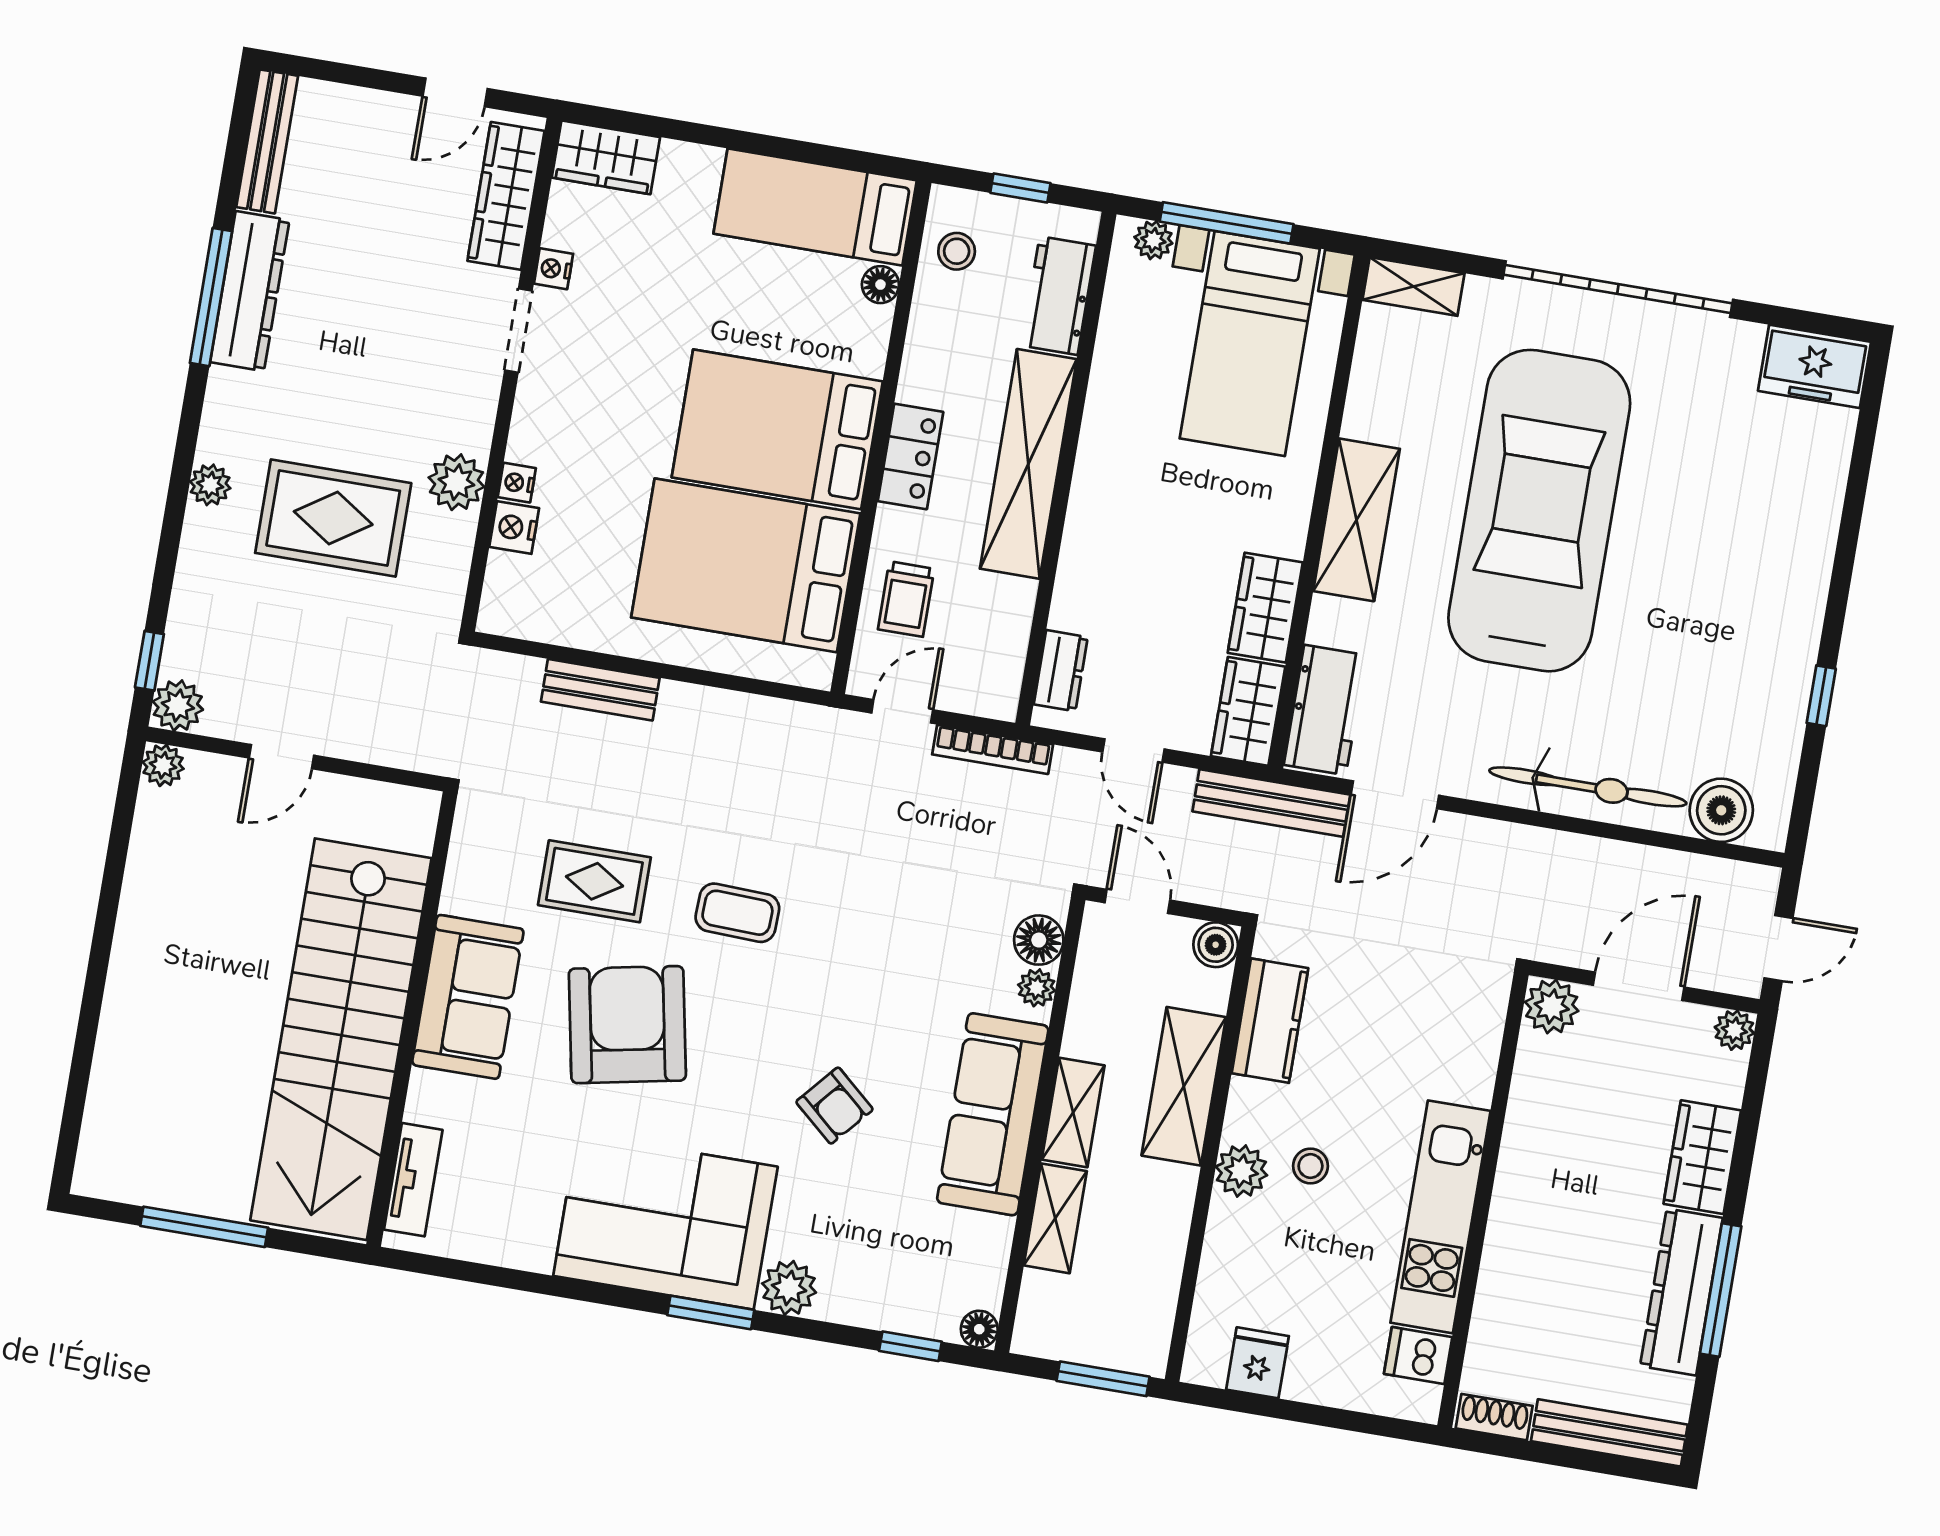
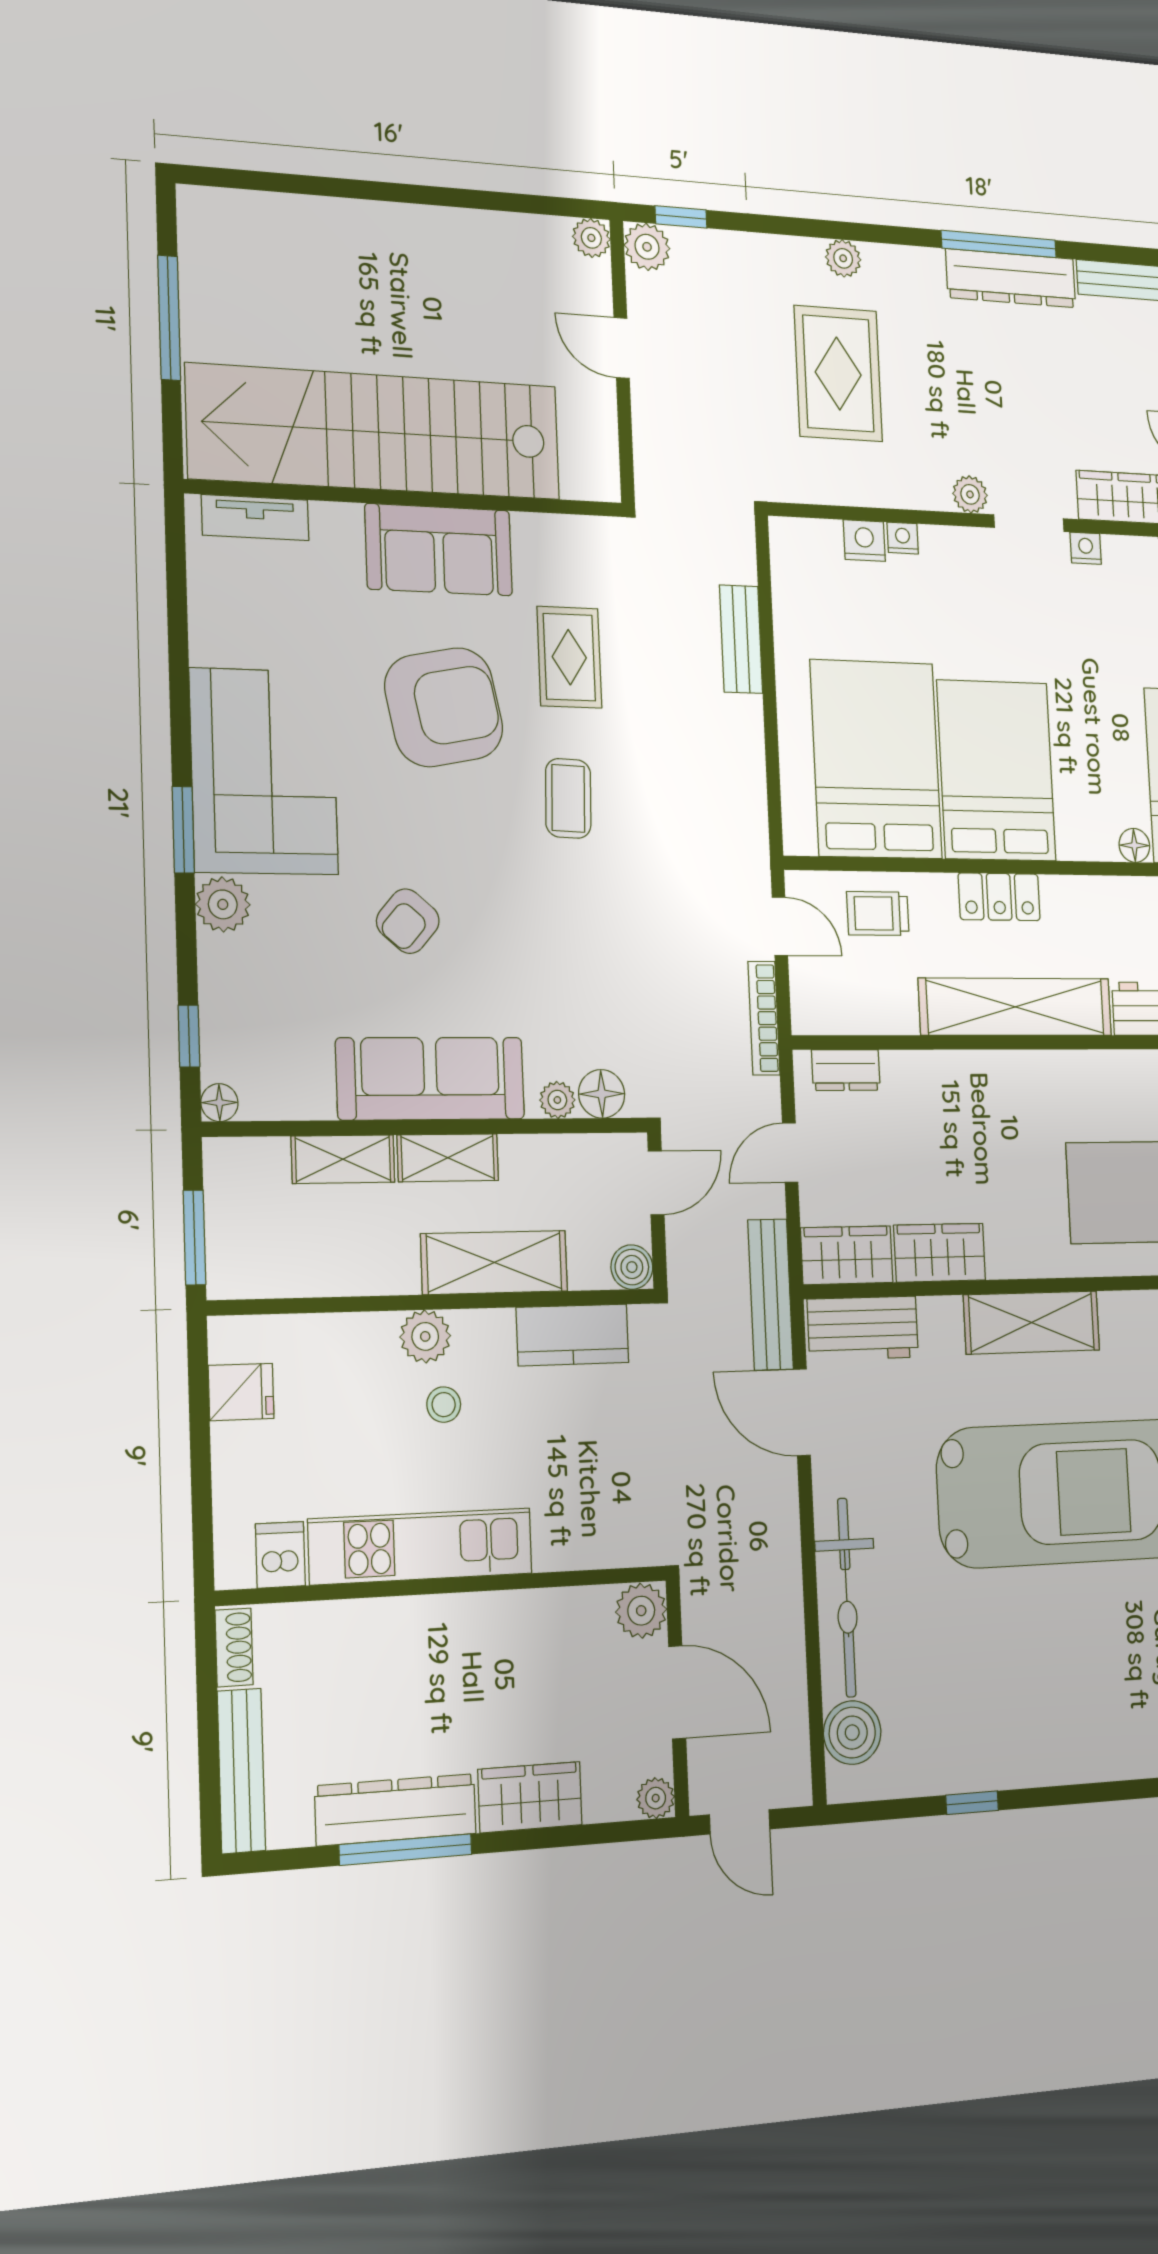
plant: (456, 482) -> (970, 494), moved, width x0.73, depth x0.73

